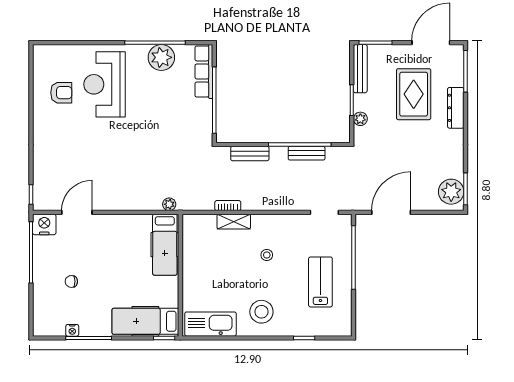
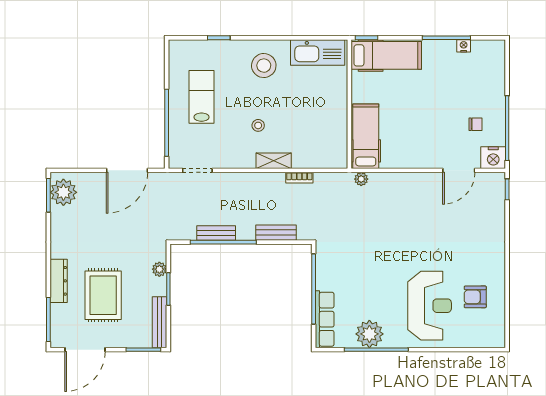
shelving: (234, 222) -> (274, 161), moved
chair: (71, 281) -> (476, 124), moved
lab bench: (320, 282) -> (202, 97), turned 180

